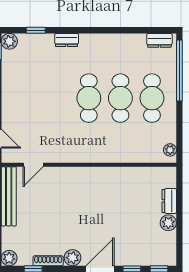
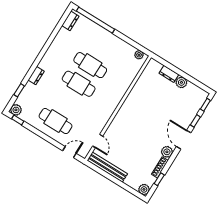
cafe table: (152, 98) -> (56, 121), moved

